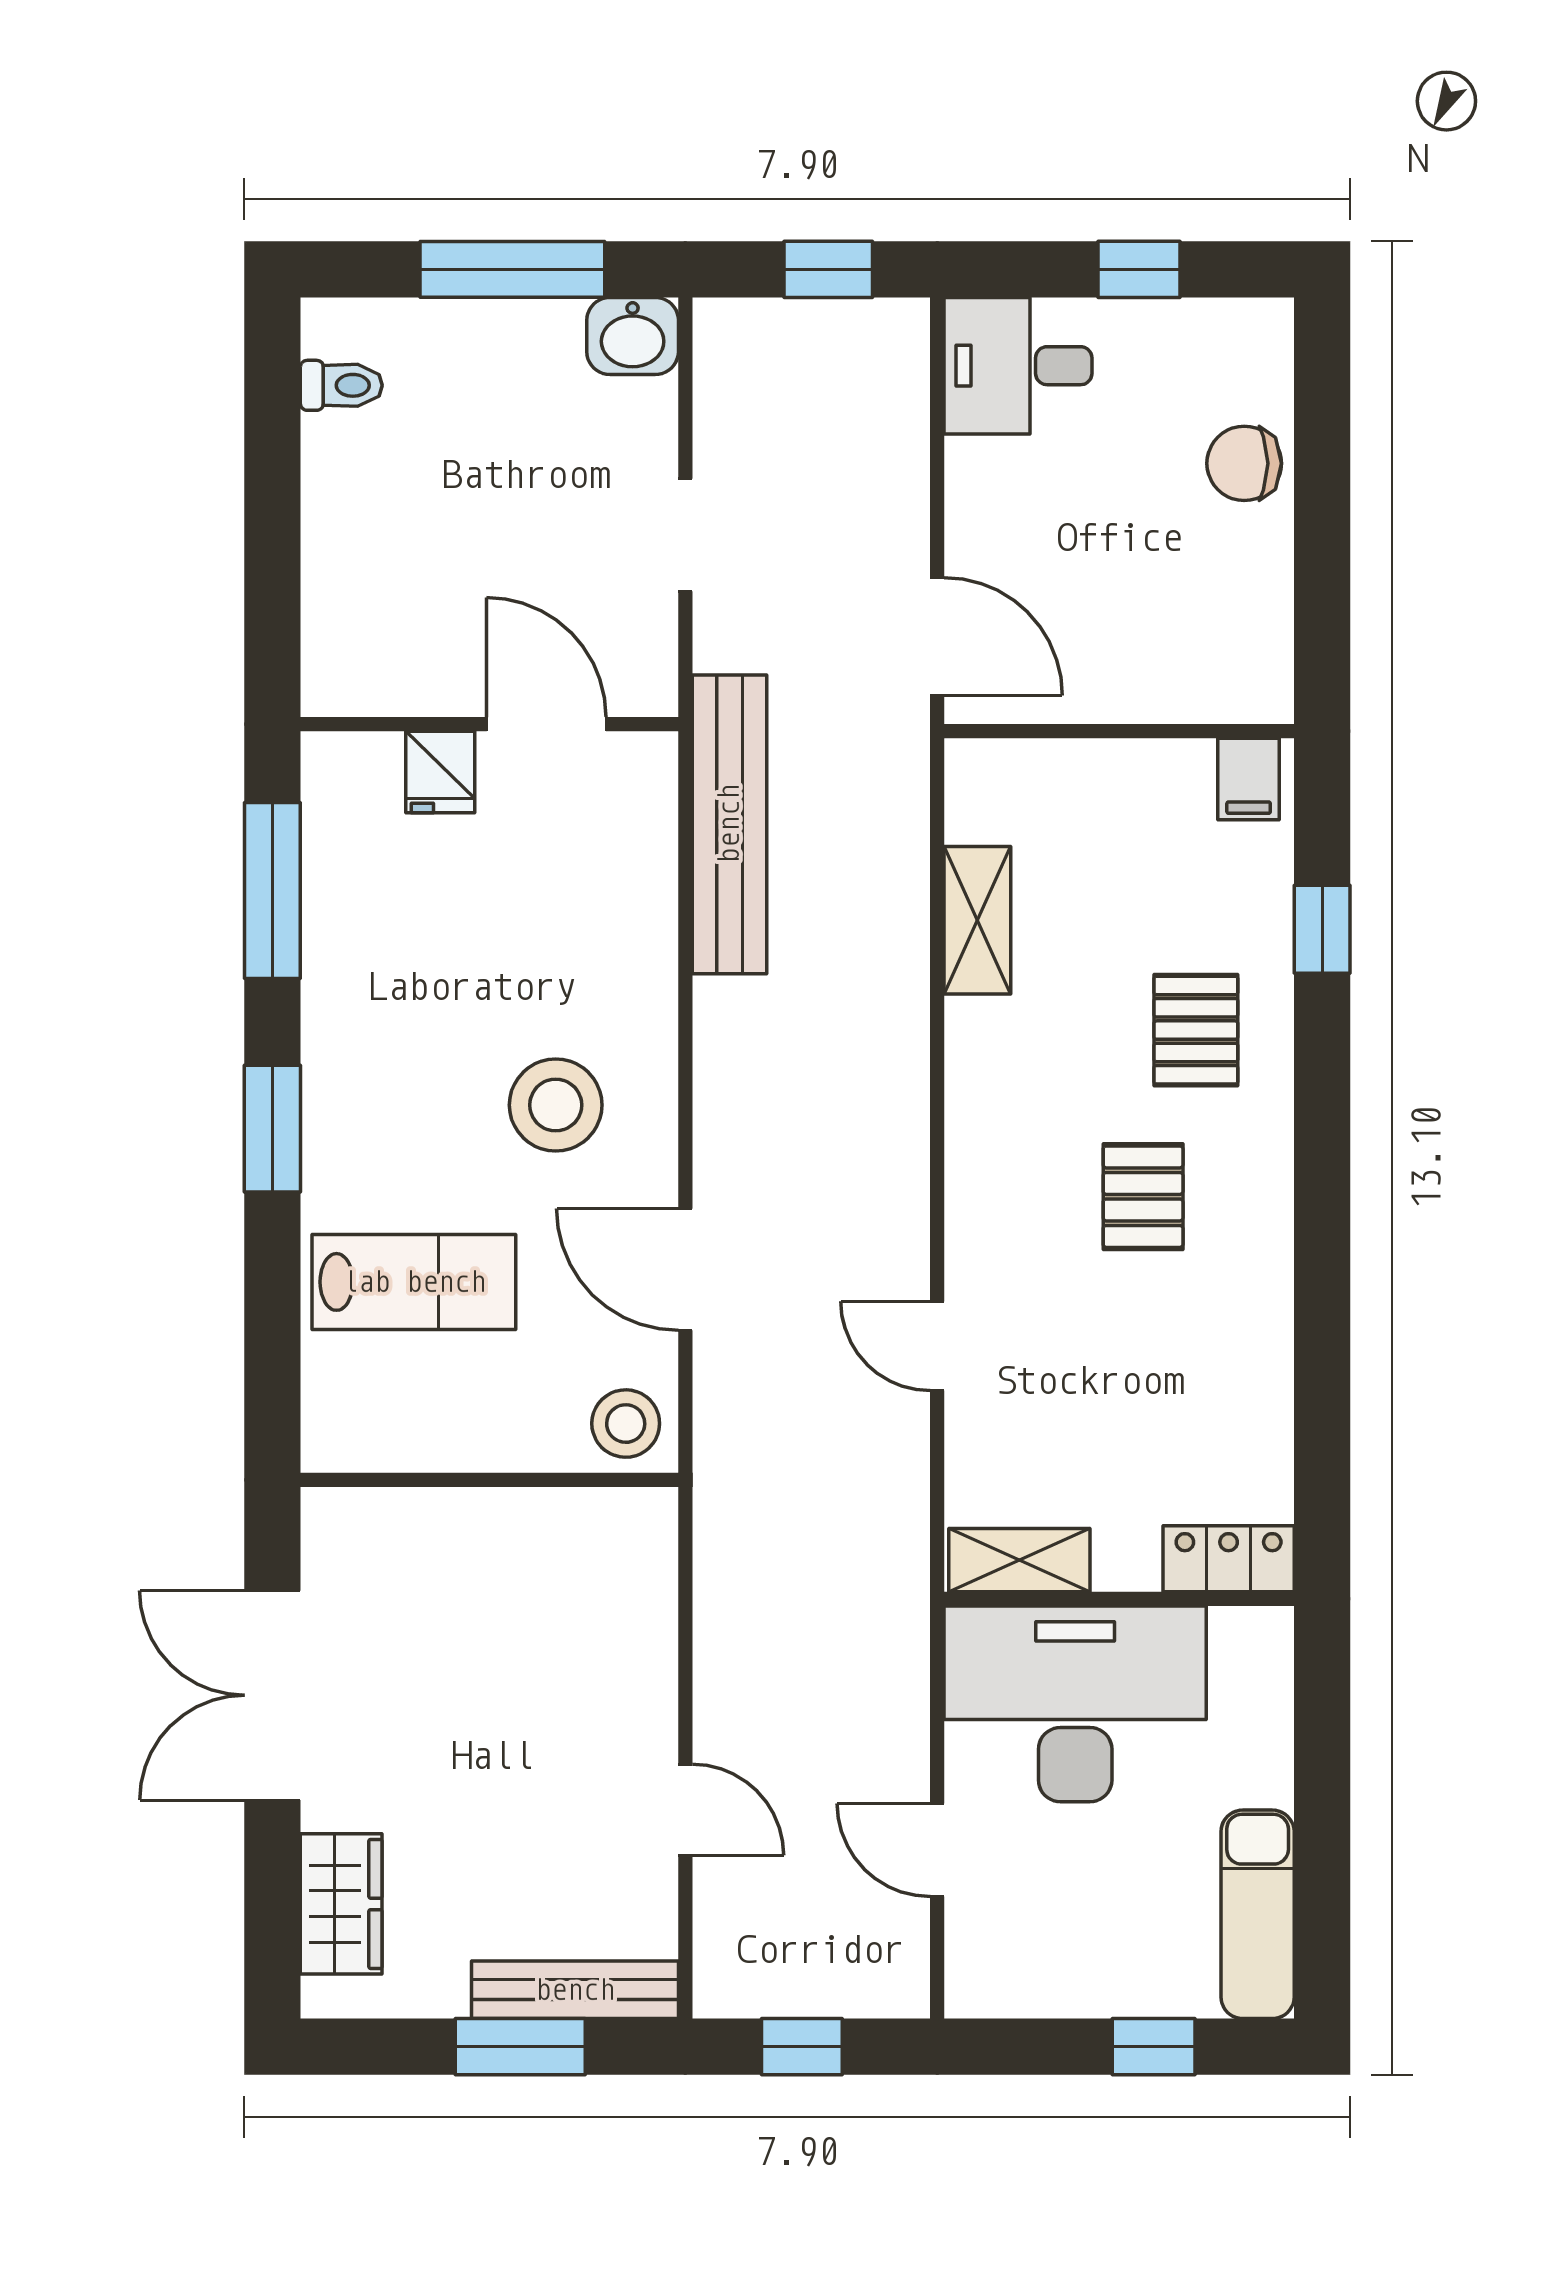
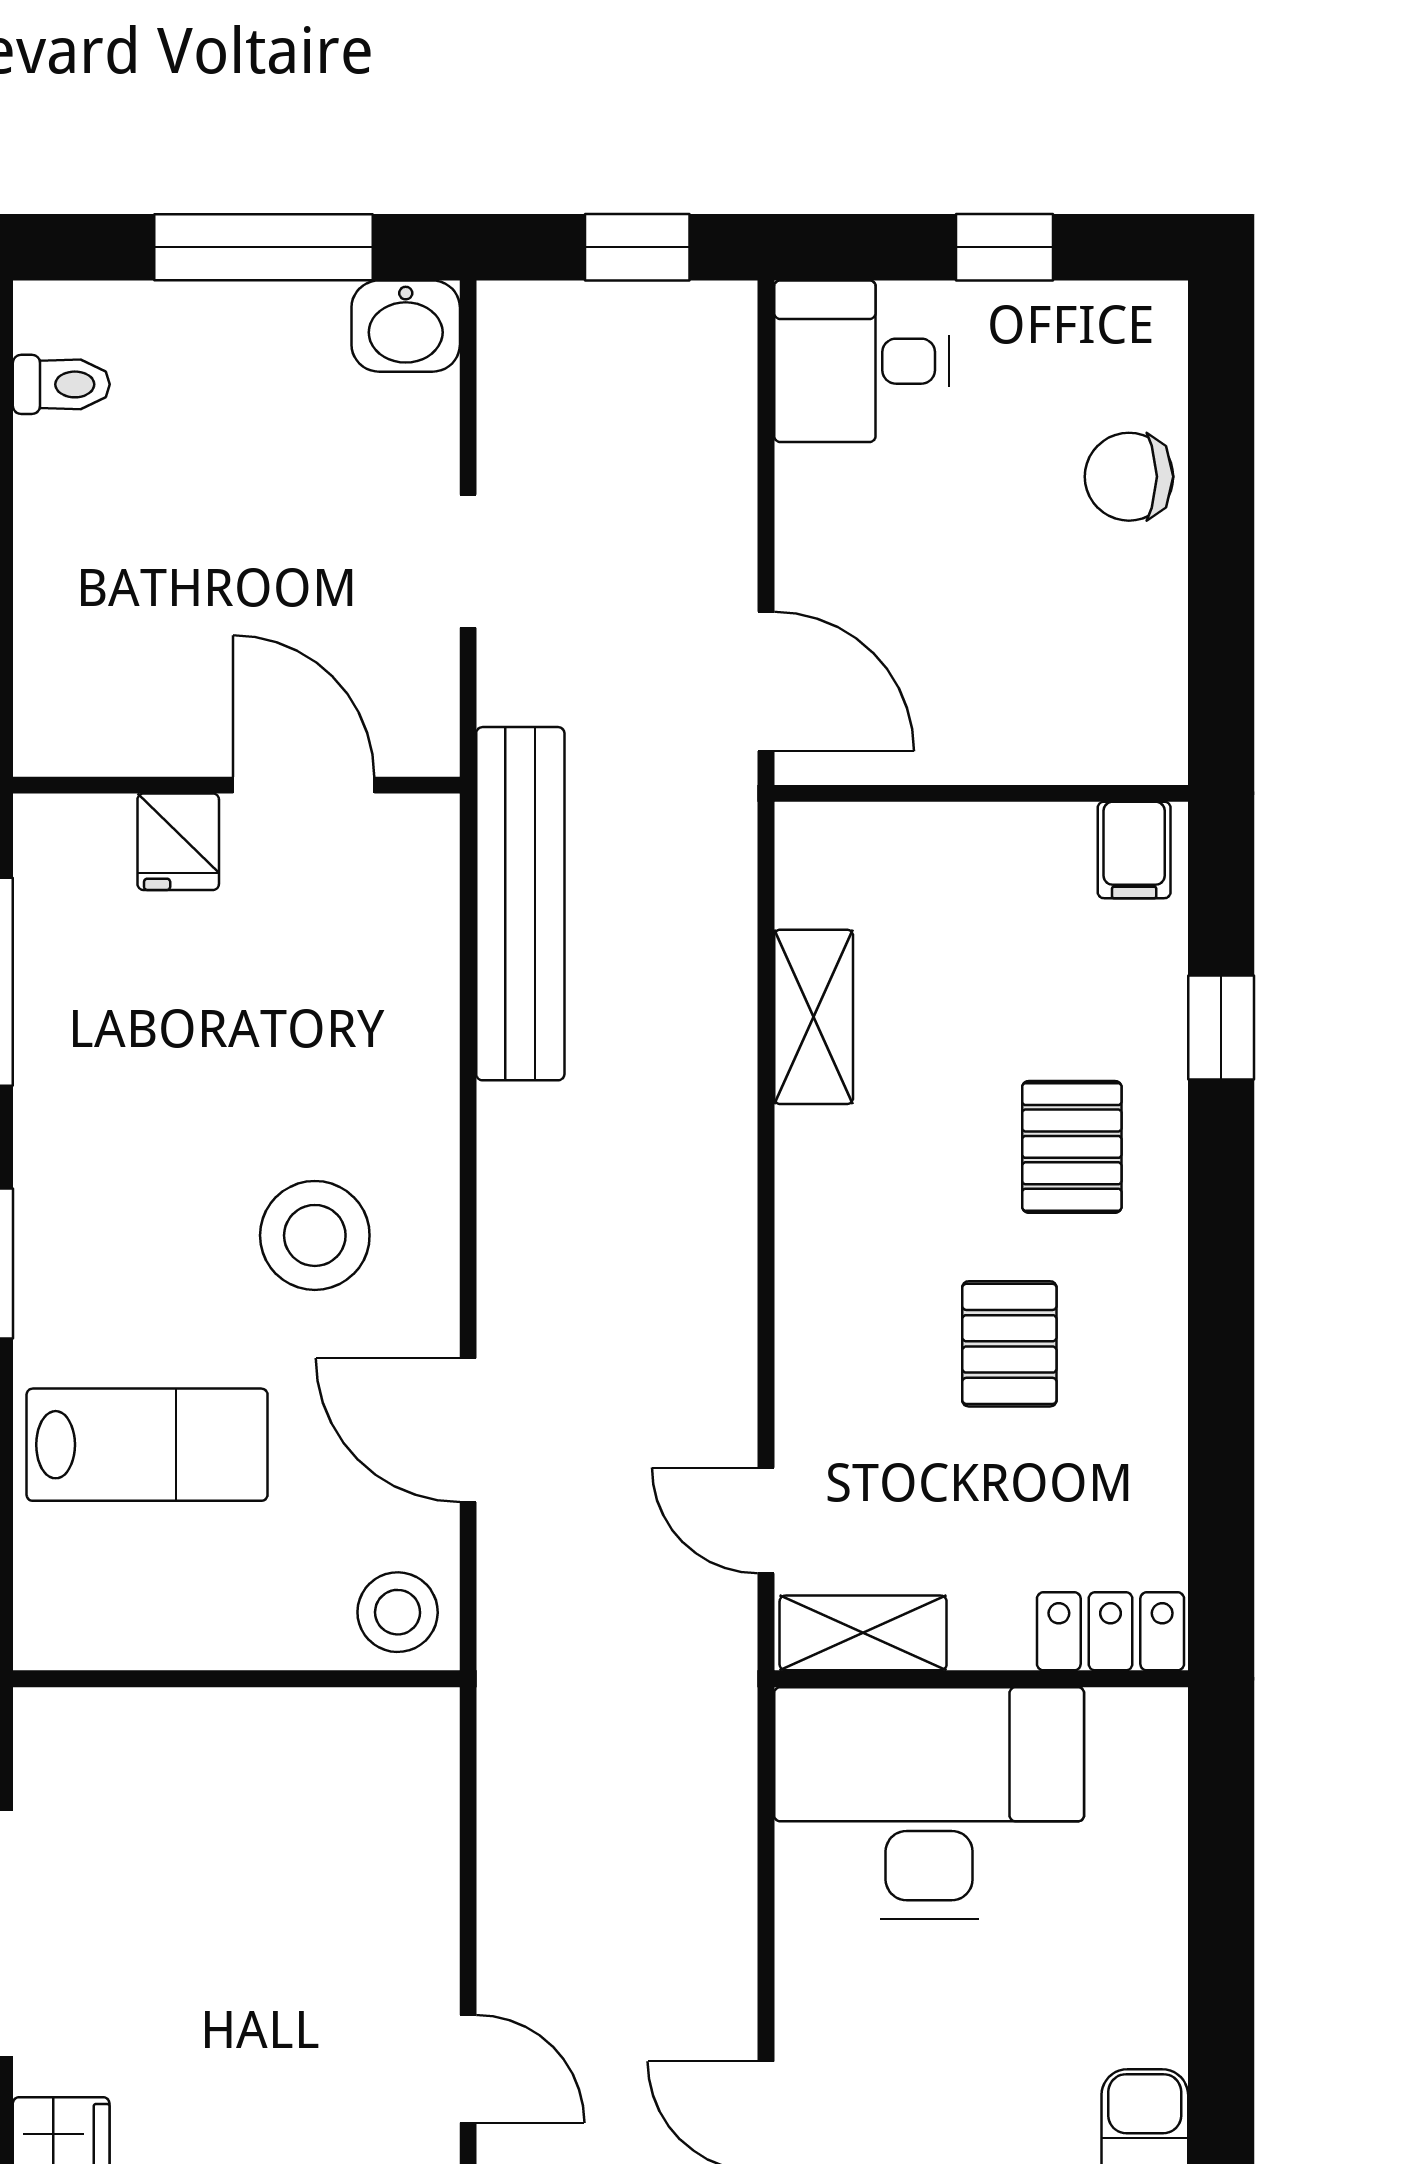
locker: (1229, 1559) -> (1111, 1631), moved
shelving: (1019, 1560) -> (863, 1633), moved
wall: (1119, 1599) -> (981, 1679), moved
desk: (1075, 1704) -> (929, 1803), moved

